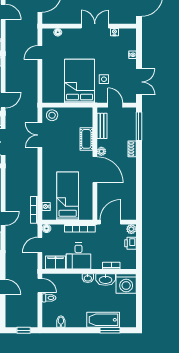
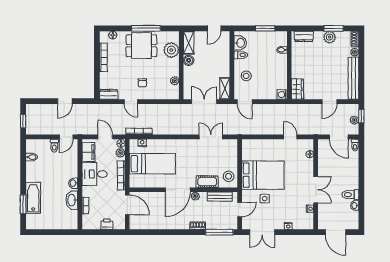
stool: (52, 115) -> (229, 176), moved
plant: (131, 229) -> (120, 153), moved
washing machine: (126, 284) -> (68, 220), removed

